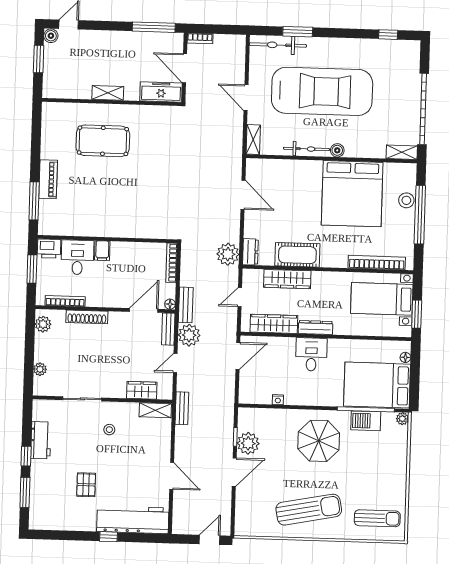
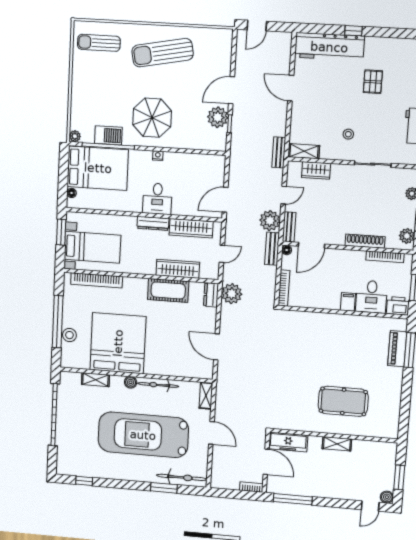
shelving: (402, 152) -> (95, 380), moved
piano: (48, 179) -> (397, 349), moved
nightstand: (278, 400) -> (158, 156), moved

